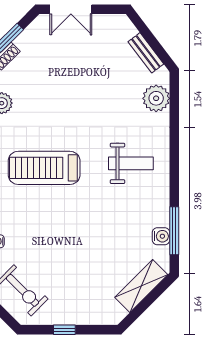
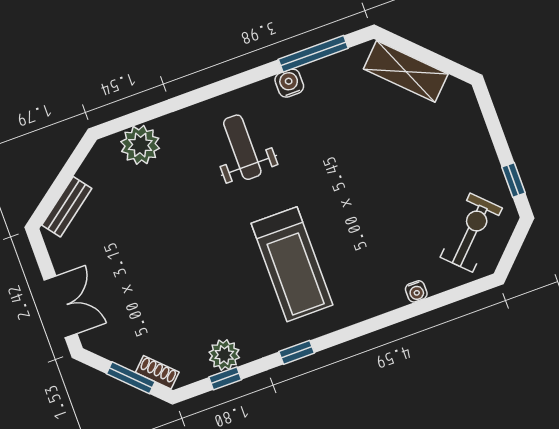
bench: (146, 53) -> (67, 207), moved
water cooler: (161, 236) -> (289, 83), moved
window: (64, 330) -> (513, 180), moved

